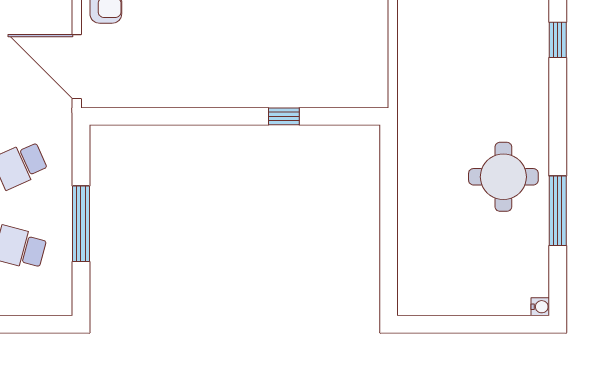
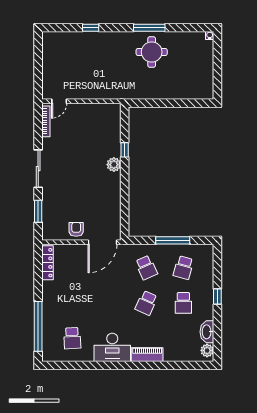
plant: (251, 92) -> (114, 165), added
window: (558, 211) -> (149, 28), moved

